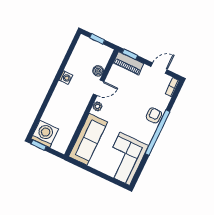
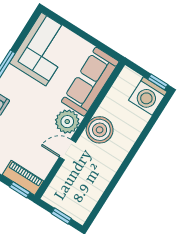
boiler: (98, 71) -> (100, 130), moved, width x1.86, depth x1.86
washing machine: (66, 78) -> (110, 169), removed
plant: (98, 106) -> (67, 122), width x1.87, depth x1.87

